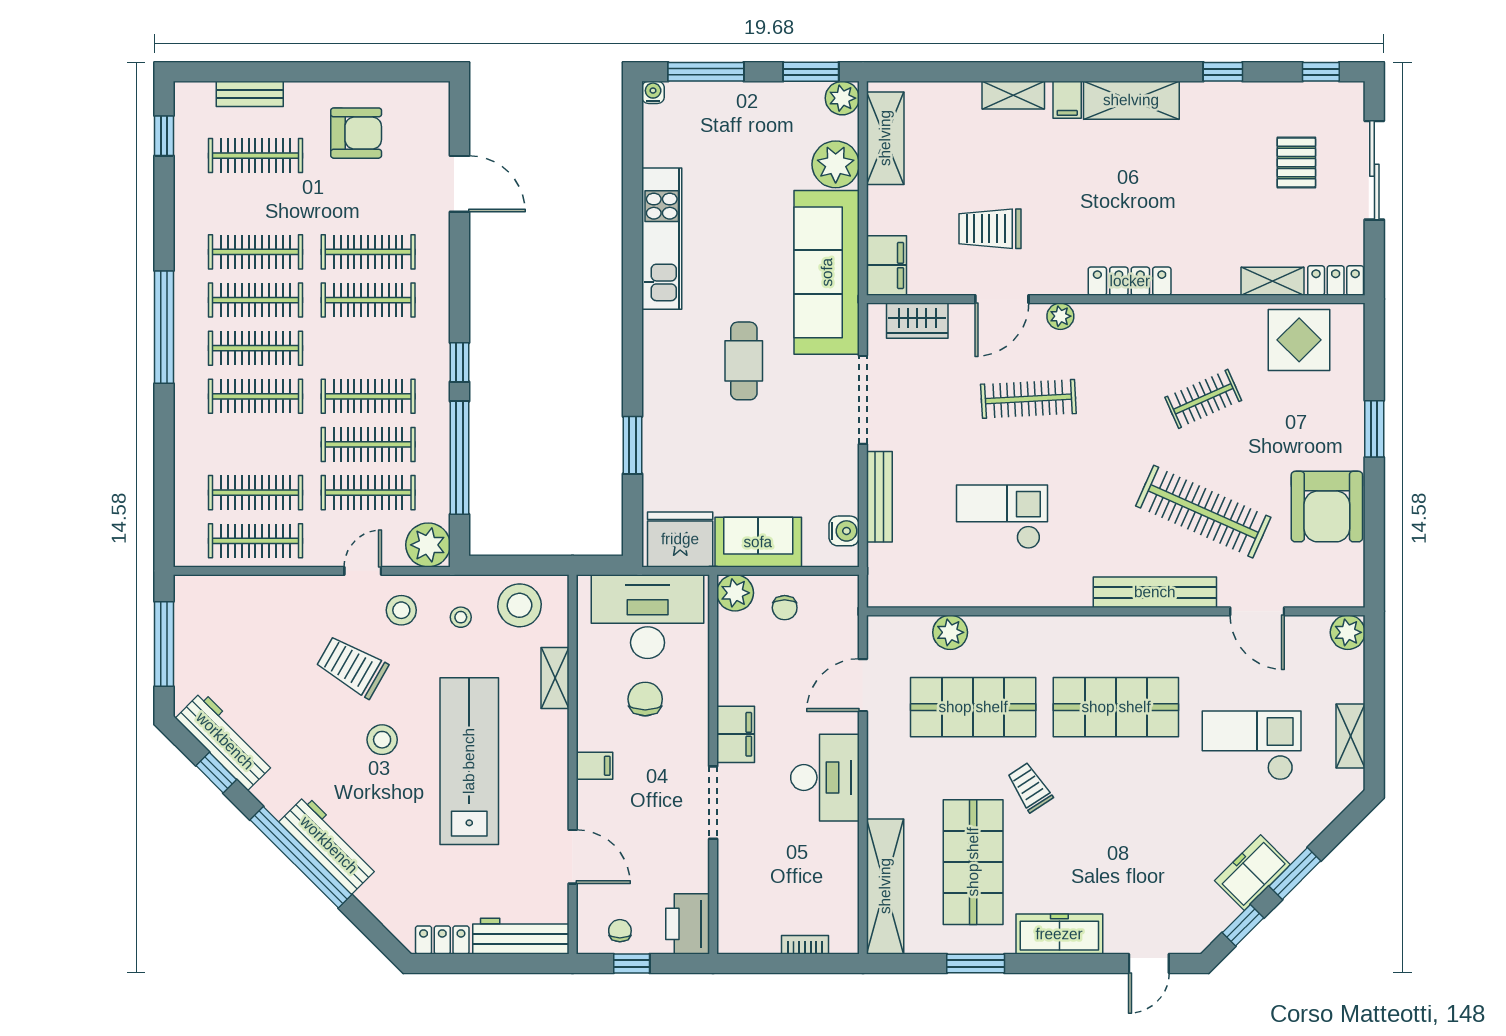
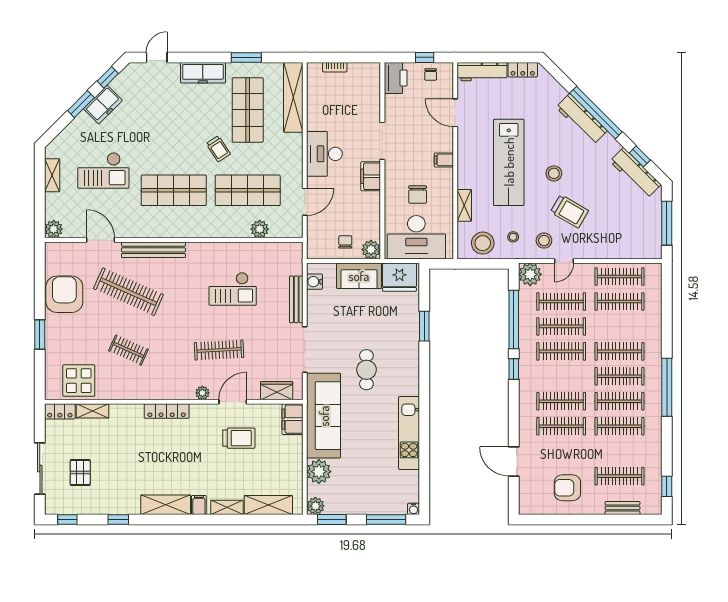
shelving: (885, 138) -> (268, 505), moved, turned 90
clothes rail: (1203, 399) -> (128, 350), turned 48

